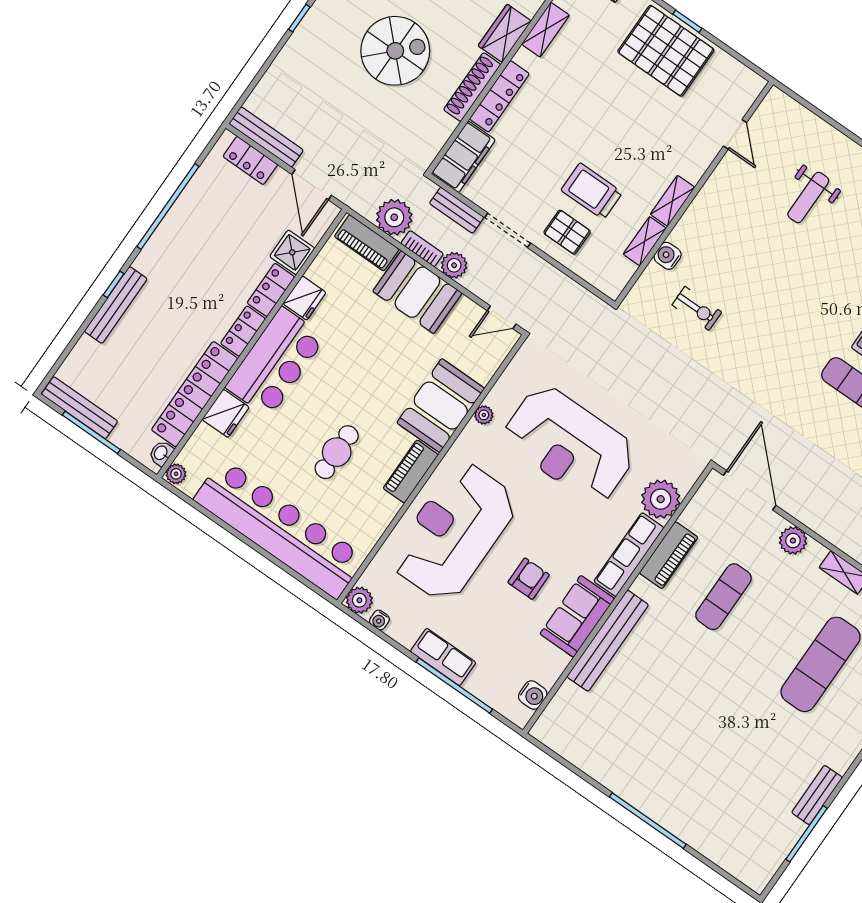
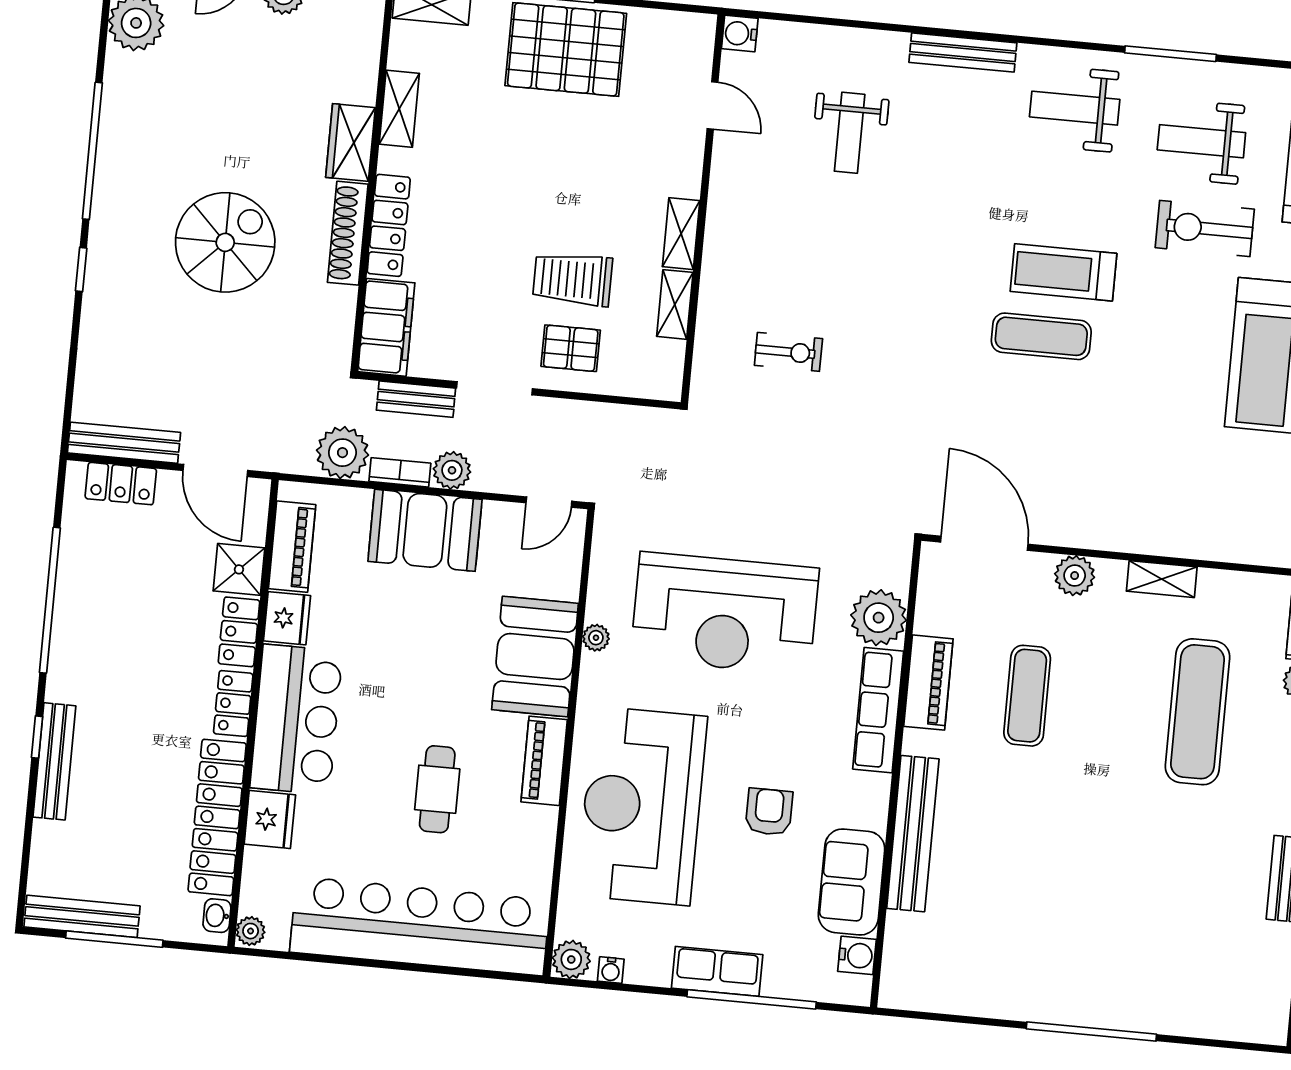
piano: (367, 243) -> (292, 547), moved, turned -90
water cooler: (668, 256) -> (740, 33), moved
sofa: (577, 616) -> (852, 882), moved

